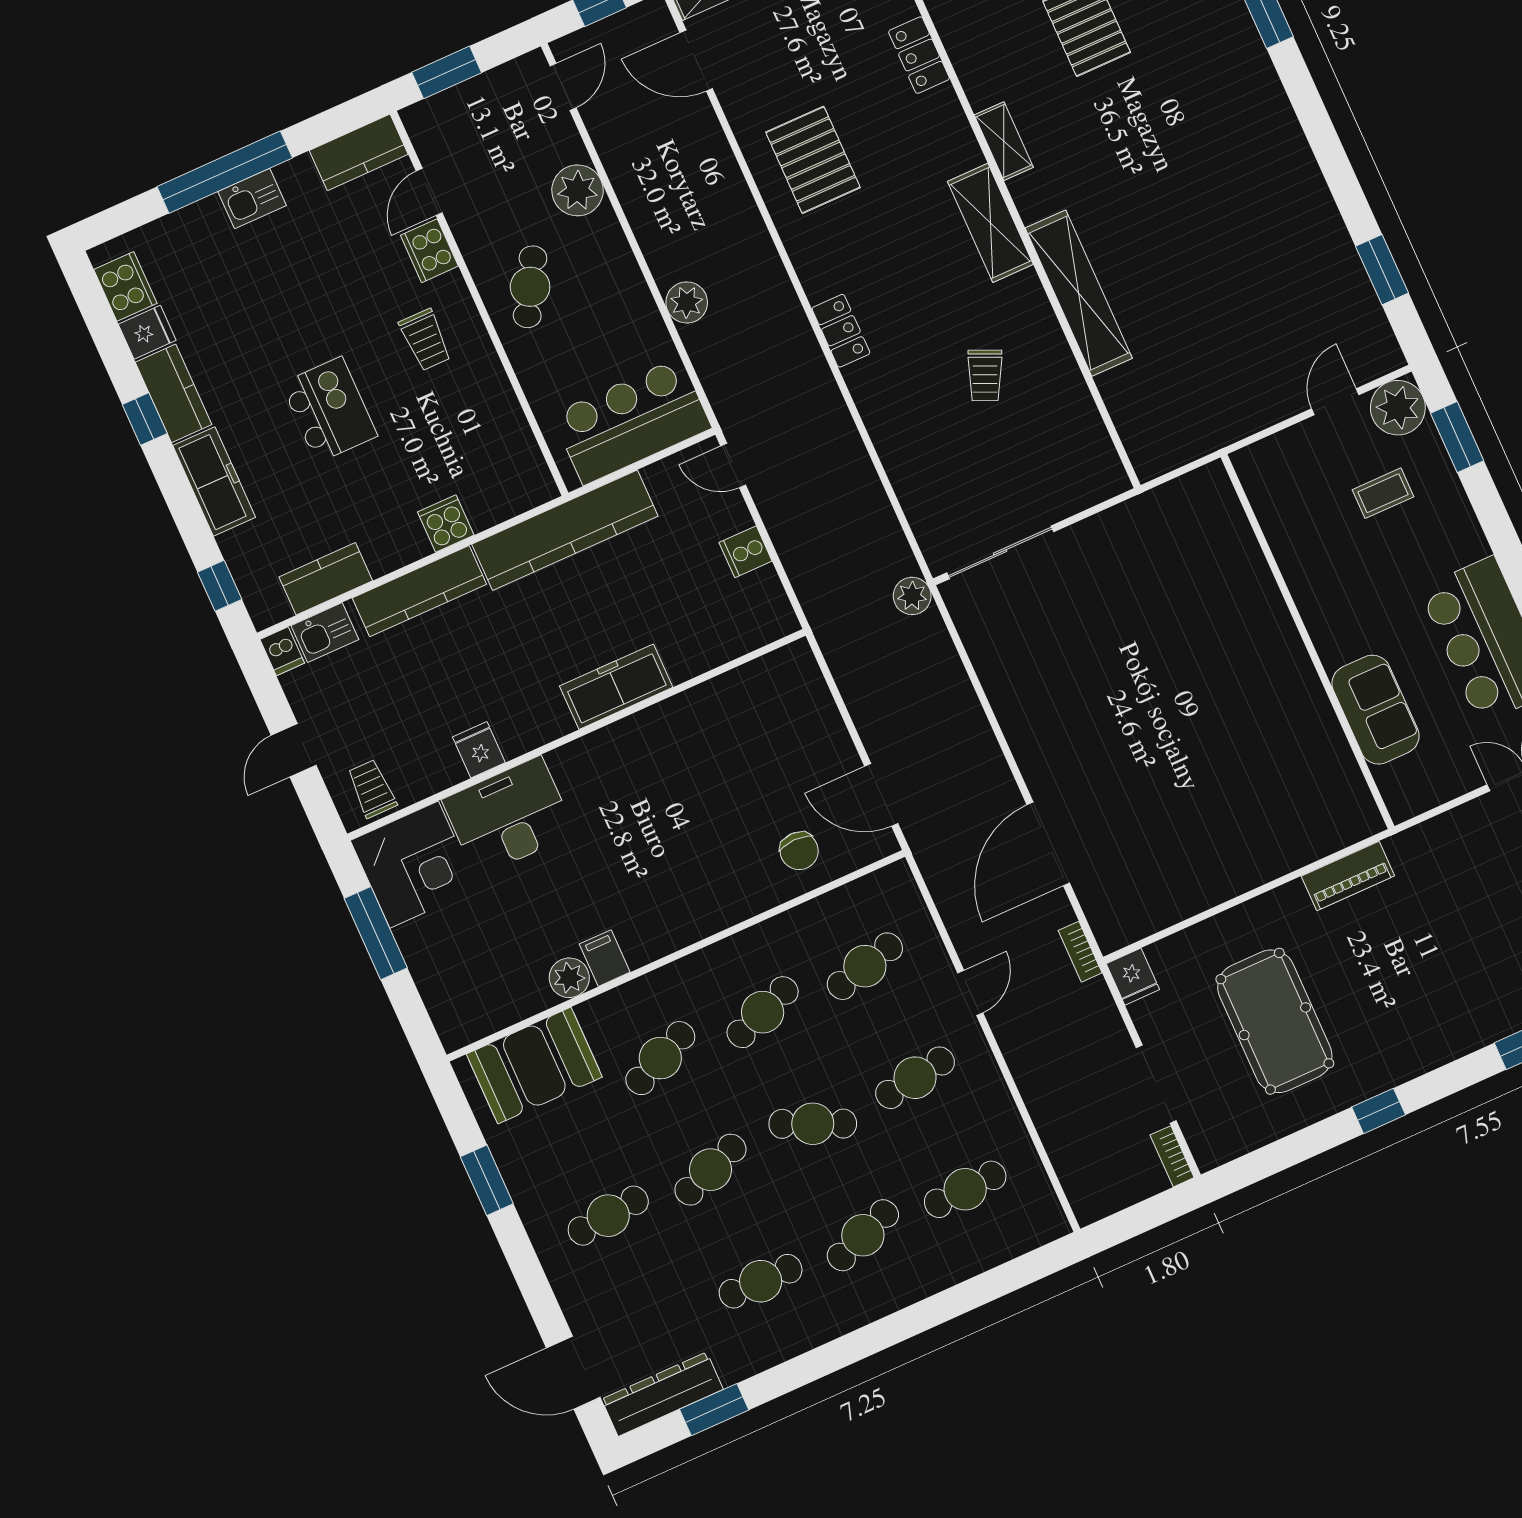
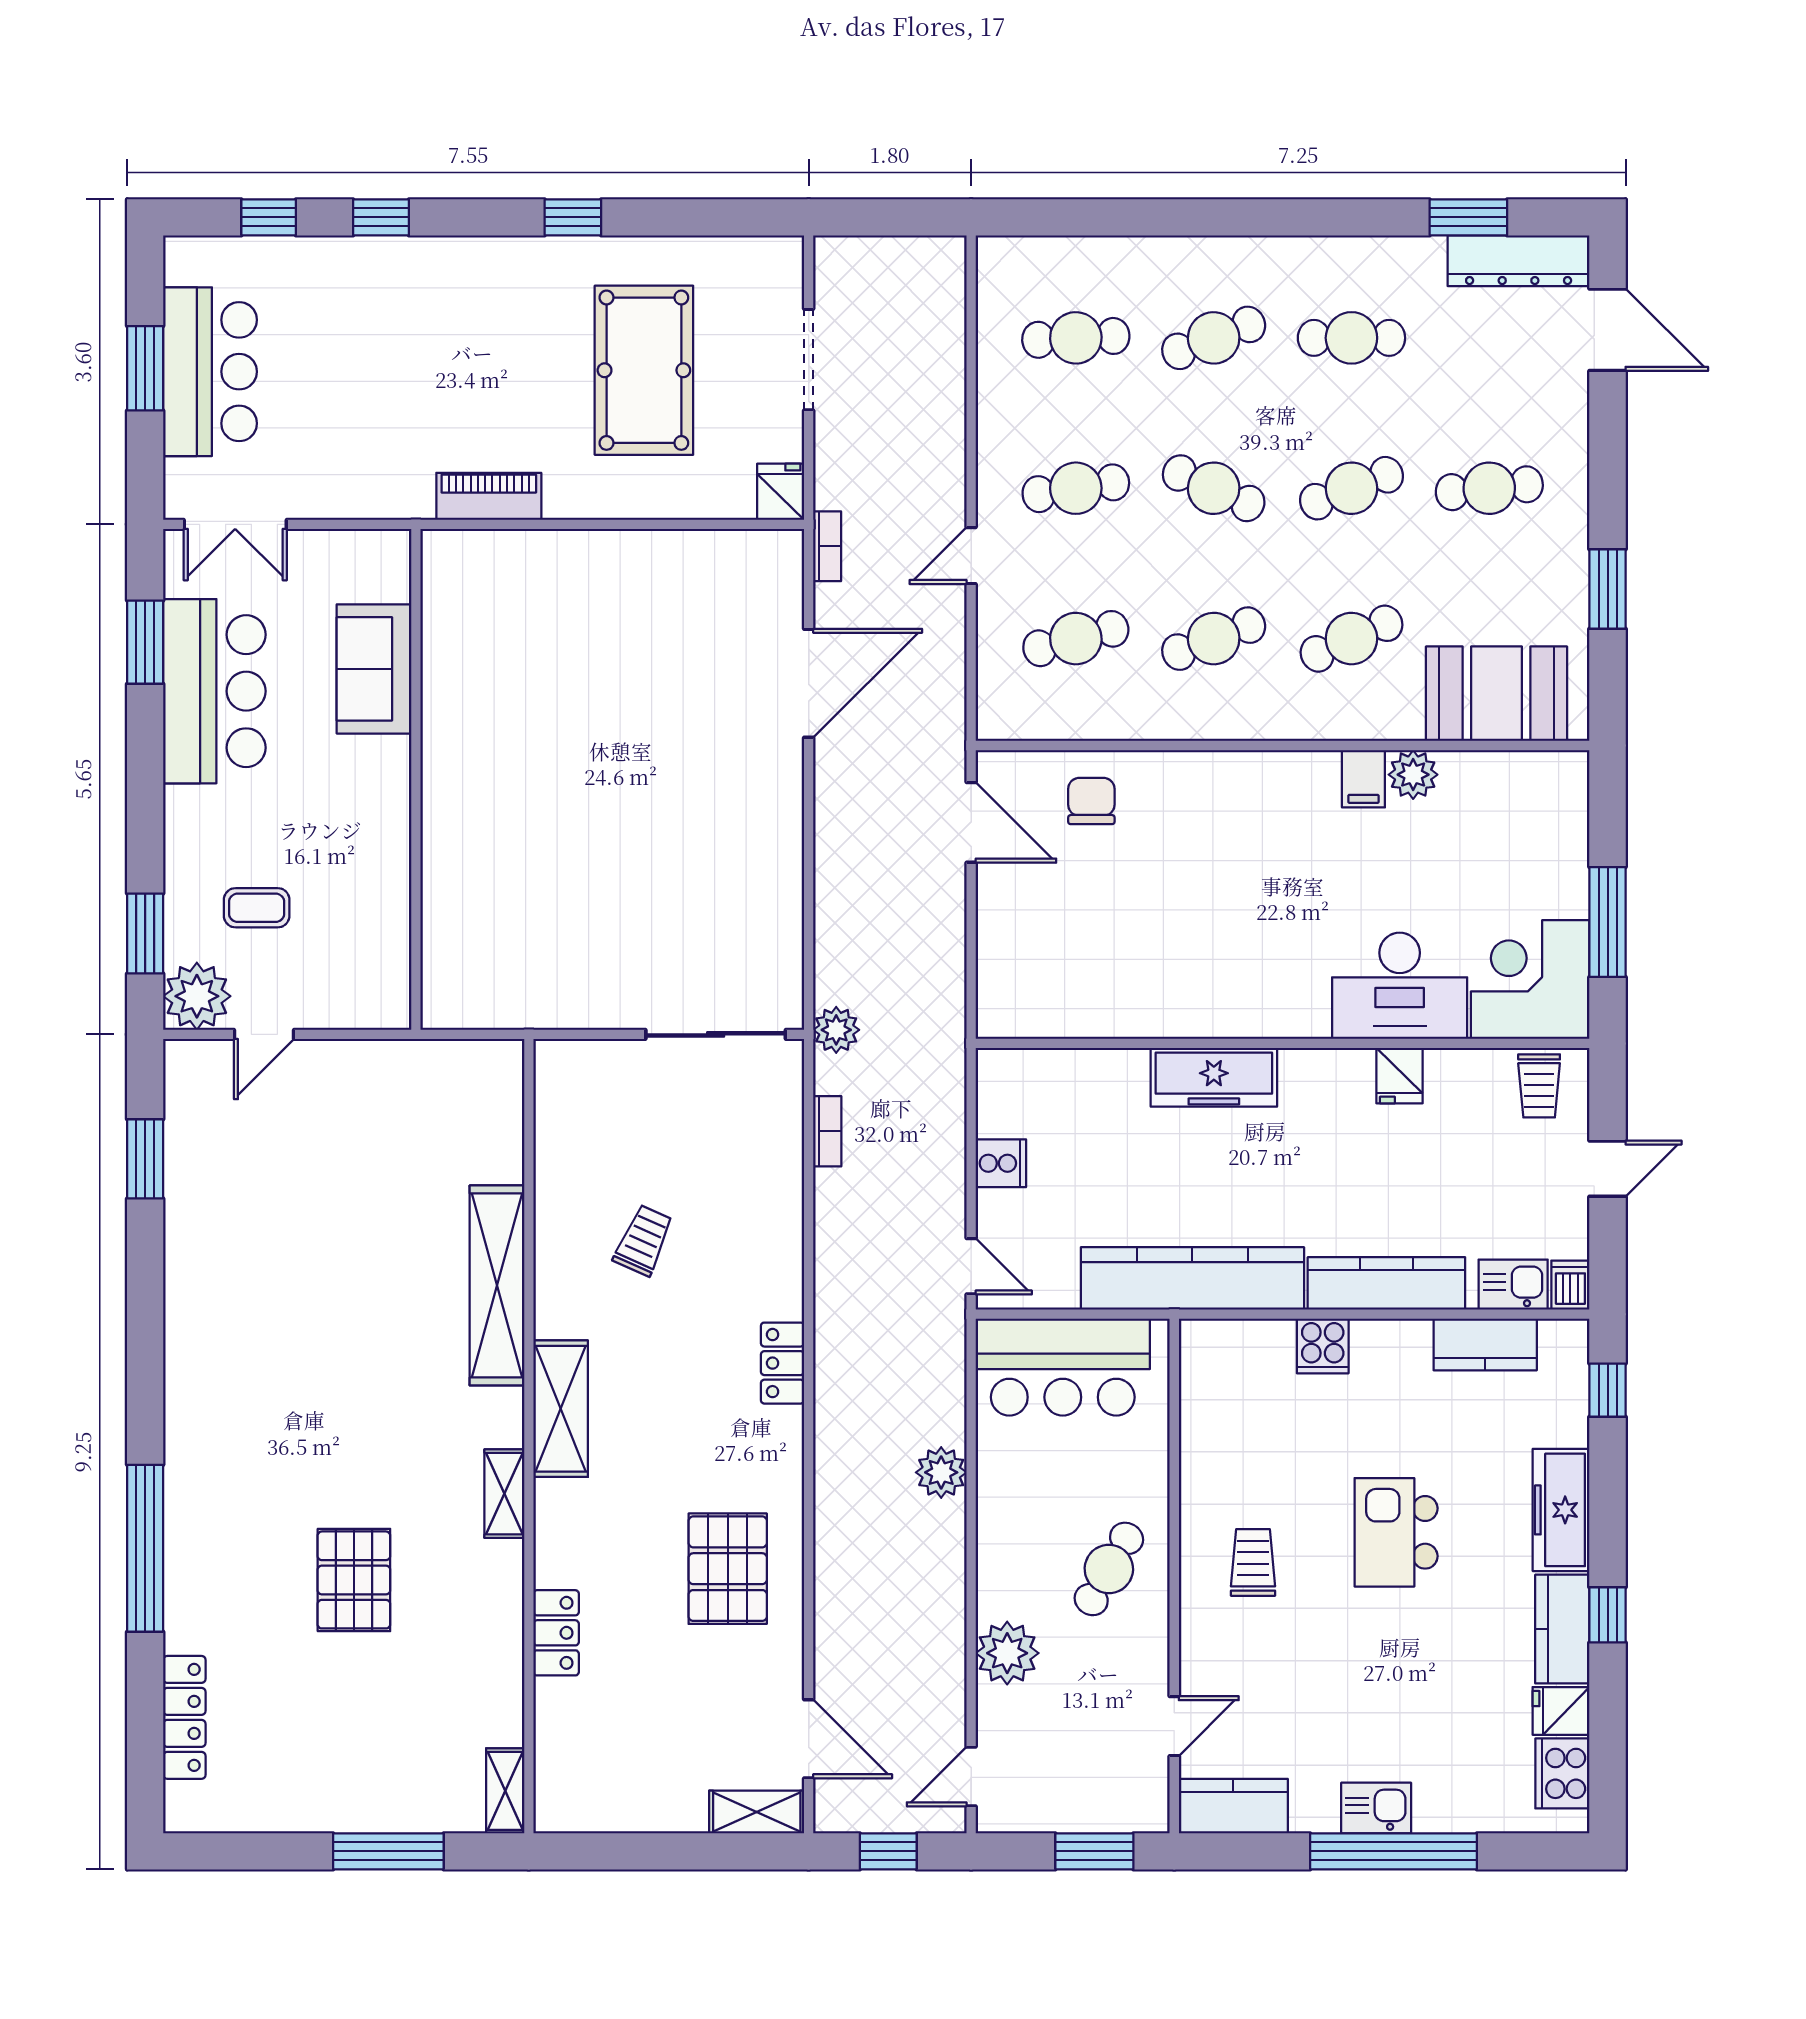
cooker: (429, 251) -> (1204, 1660), removed
bookcase: (1172, 1156) -> (827, 1131), moved

